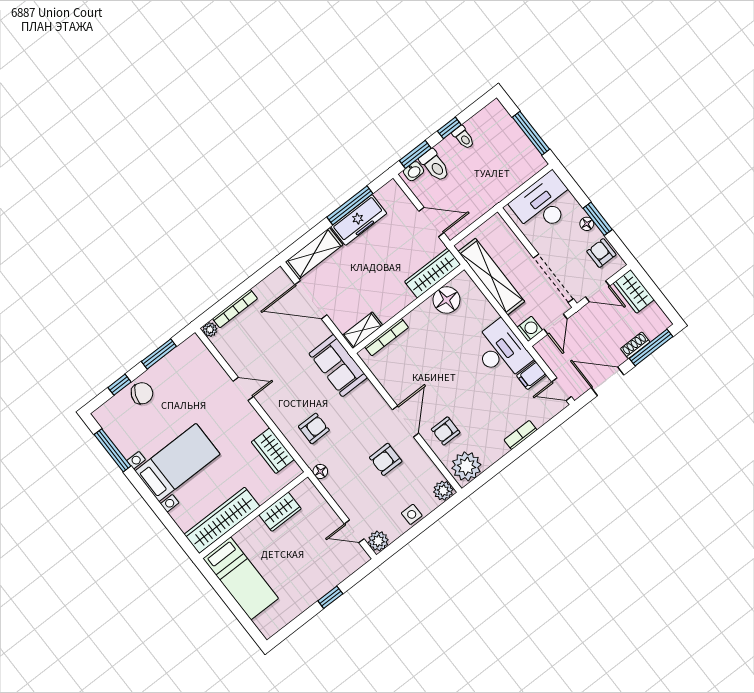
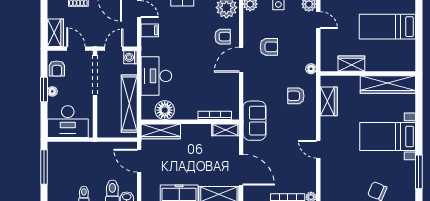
desk: (501, 351) -> (156, 76), moved
bed: (241, 578) -> (387, 27), moved, turned -90

